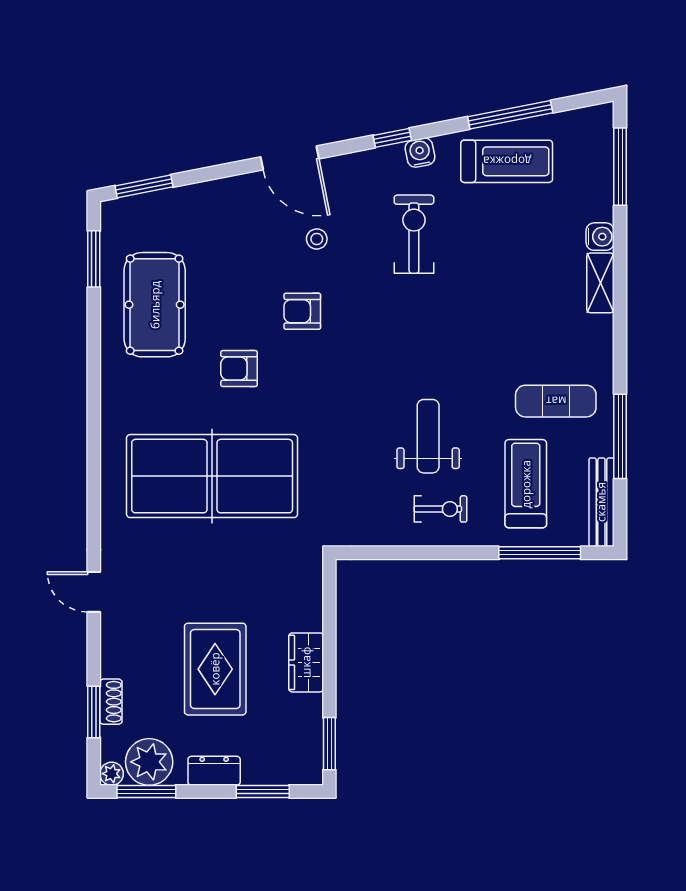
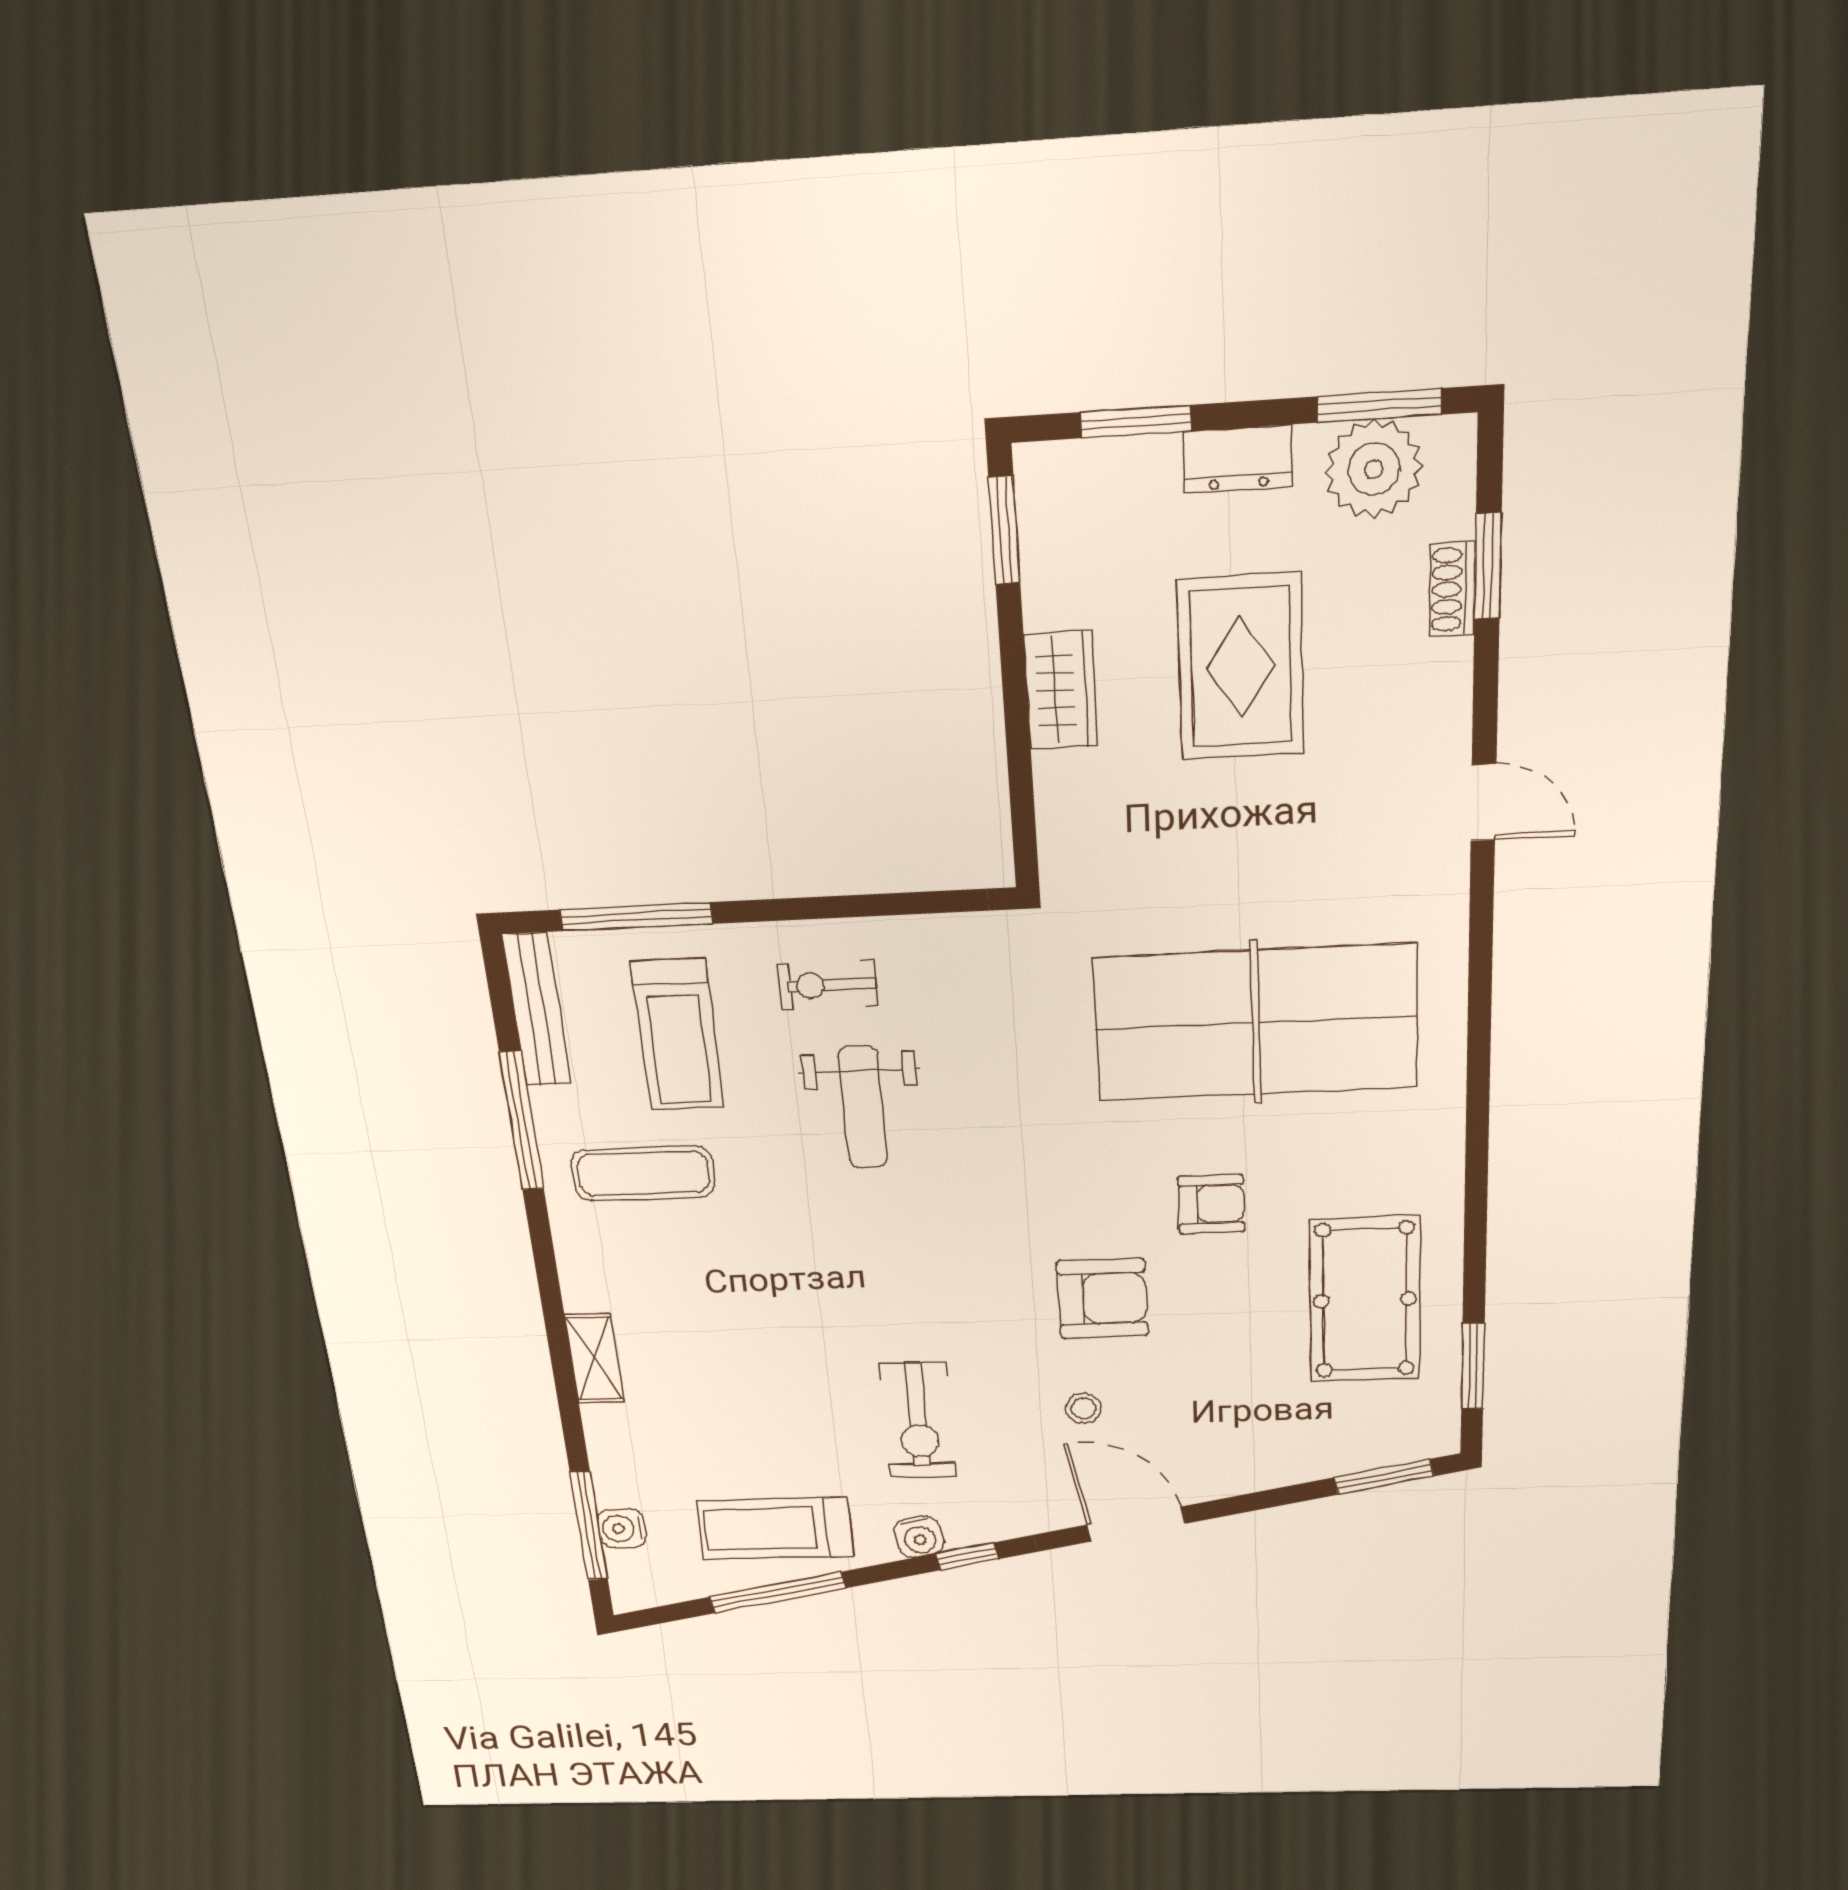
water cooler: (600, 237) -> (622, 1528), moved
armchair: (302, 311) -> (1102, 1298), width x1.38, depth x1.38
plant: (112, 774) -> (1453, 439), removed

